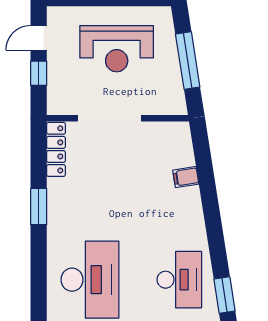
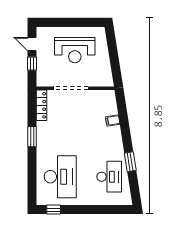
door: (39, 38) -> (32, 44), hinge flipped
window: (188, 60) -> (114, 57), removed
window: (224, 295) -> (130, 162), moved

